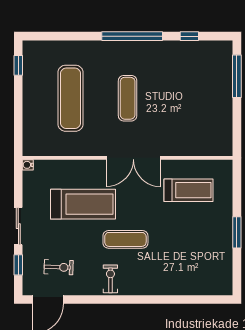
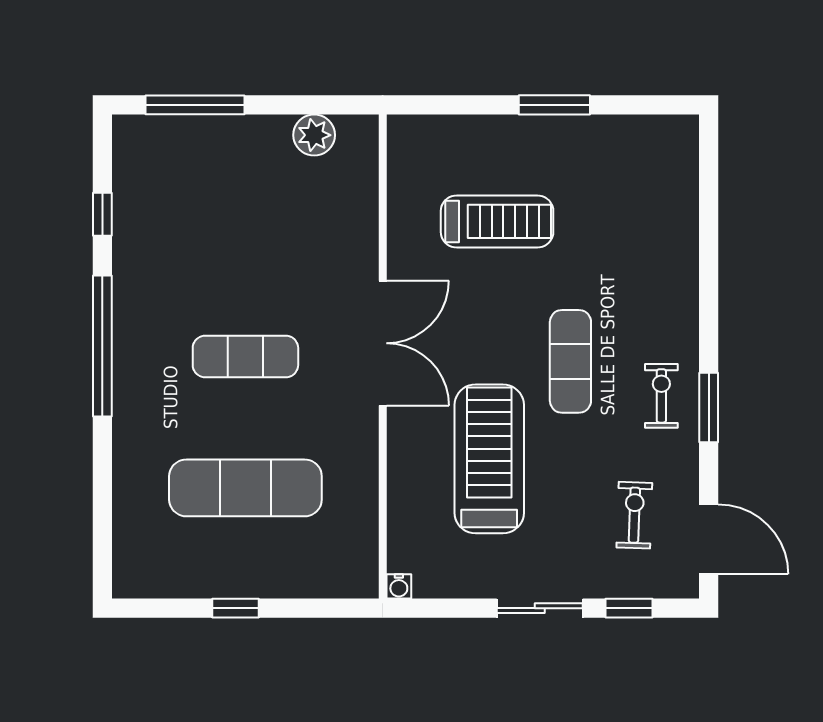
window: (18, 65) -> (235, 608), moved
plant: (224, 128) -> (314, 135), added
treadmill: (189, 190) -> (497, 221), moved, turned 90
exercise bike: (110, 279) -> (661, 396), turned 90
window: (105, 299) -> (709, 407), added

